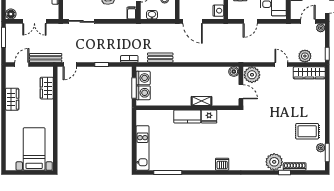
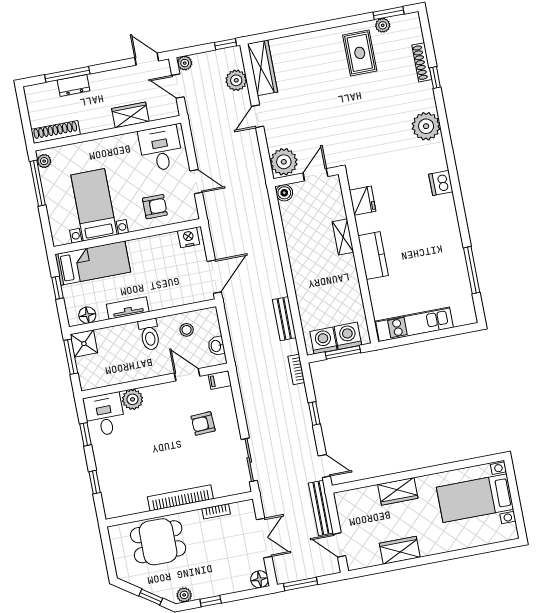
wardrobe: (47, 88) -> (398, 491), moved
fridge: (209, 116) -> (363, 201), moved
kitchen unit: (142, 148) -> (414, 324), moved
plant: (274, 162) -> (426, 126), moved

